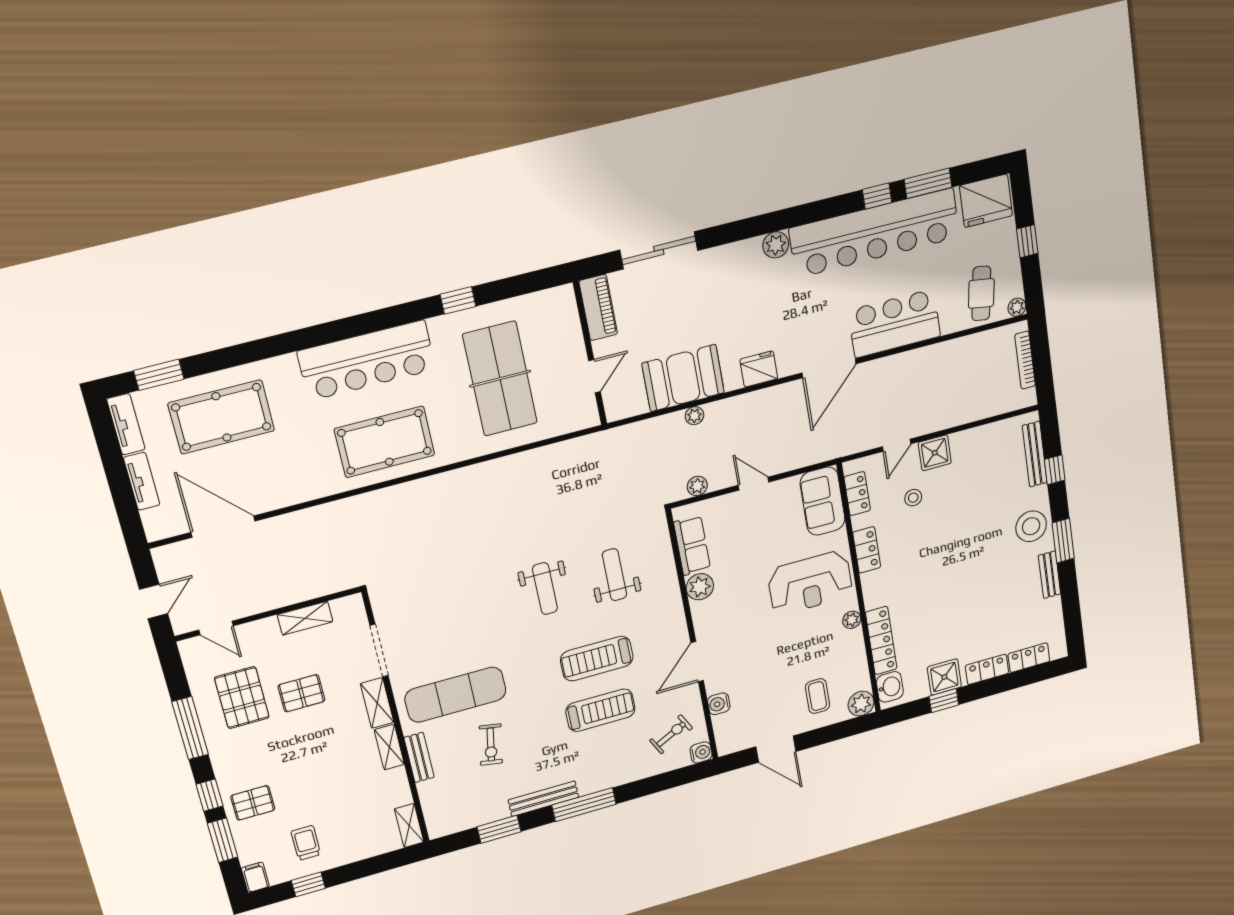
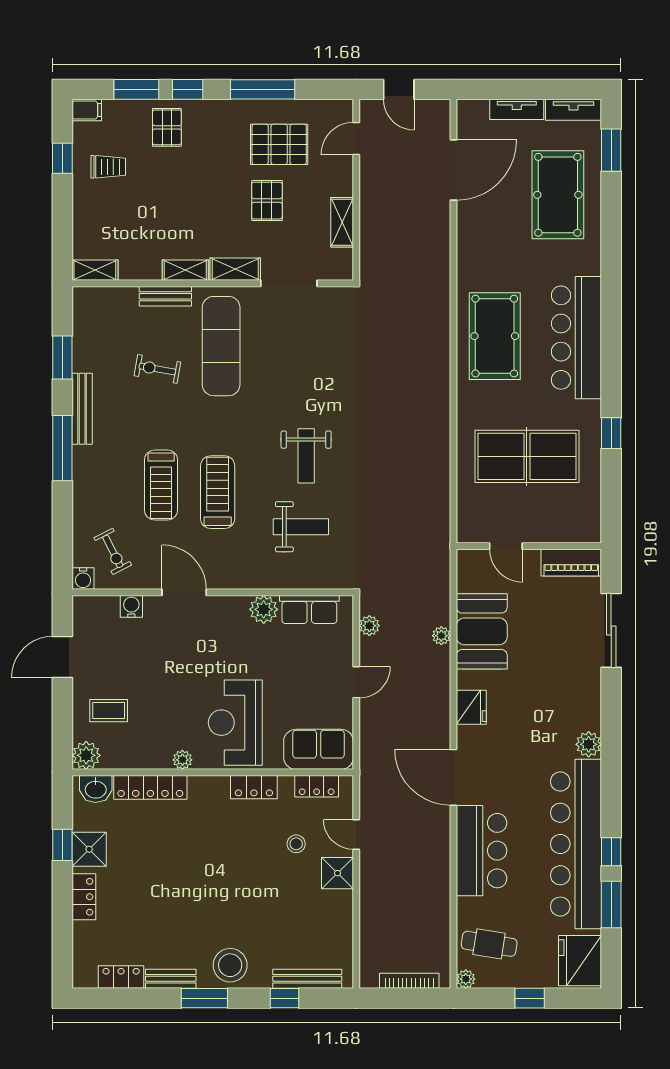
weight bench: (545, 589) -> (306, 456), turned -90
locker: (1029, 658) -> (121, 977), moved, turned -90

